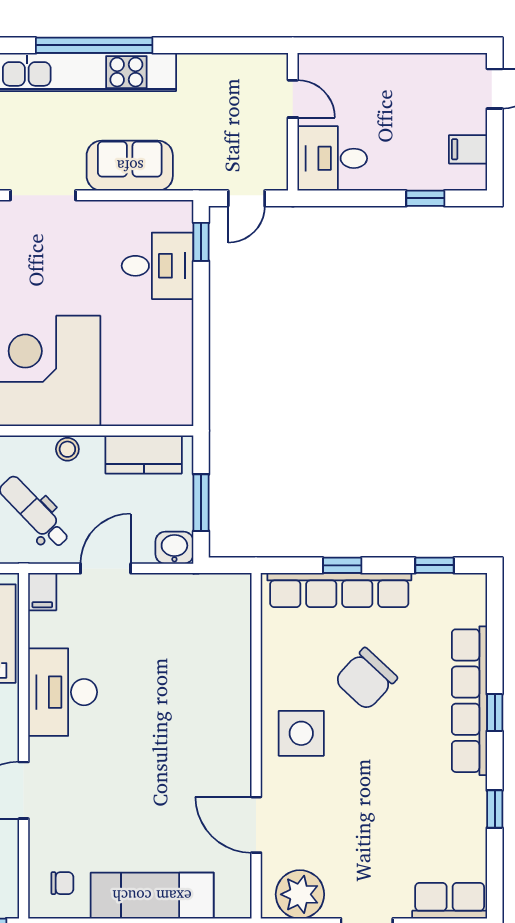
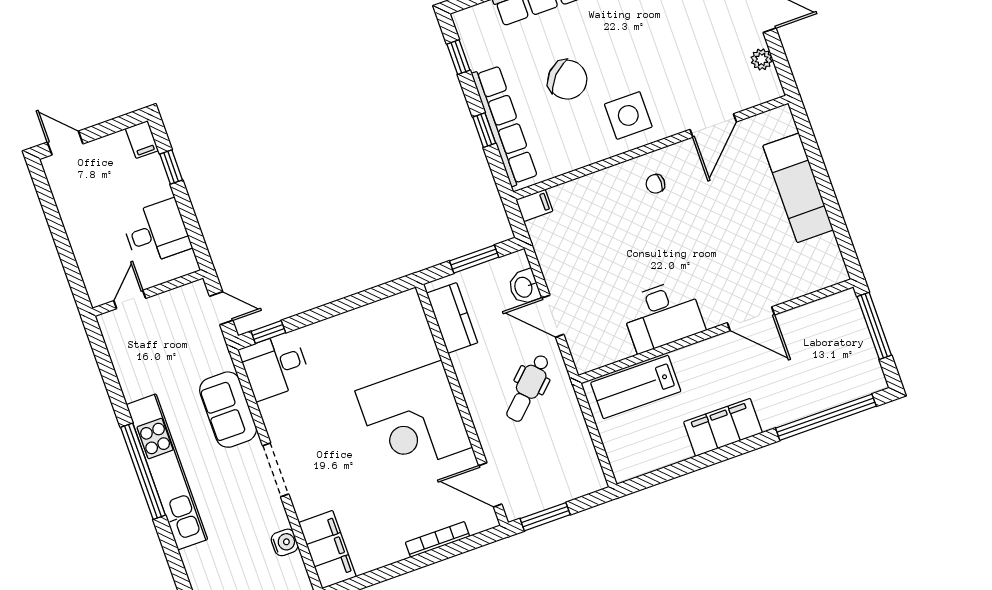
filing cabinet: (468, 149) -> (142, 140), moved
desk: (332, 158) -> (156, 232), moved, turned -90
desk: (158, 266) -> (275, 366), moved, turned -90
stool: (67, 449) -> (469, 380), removed
washbasin: (174, 548) -> (524, 287), moved
filing cabinet: (42, 592) -> (534, 205), moved
chair: (62, 883) -> (655, 184), moved, turned -90
plant: (300, 894) -> (762, 59), width x0.53, depth x0.53

